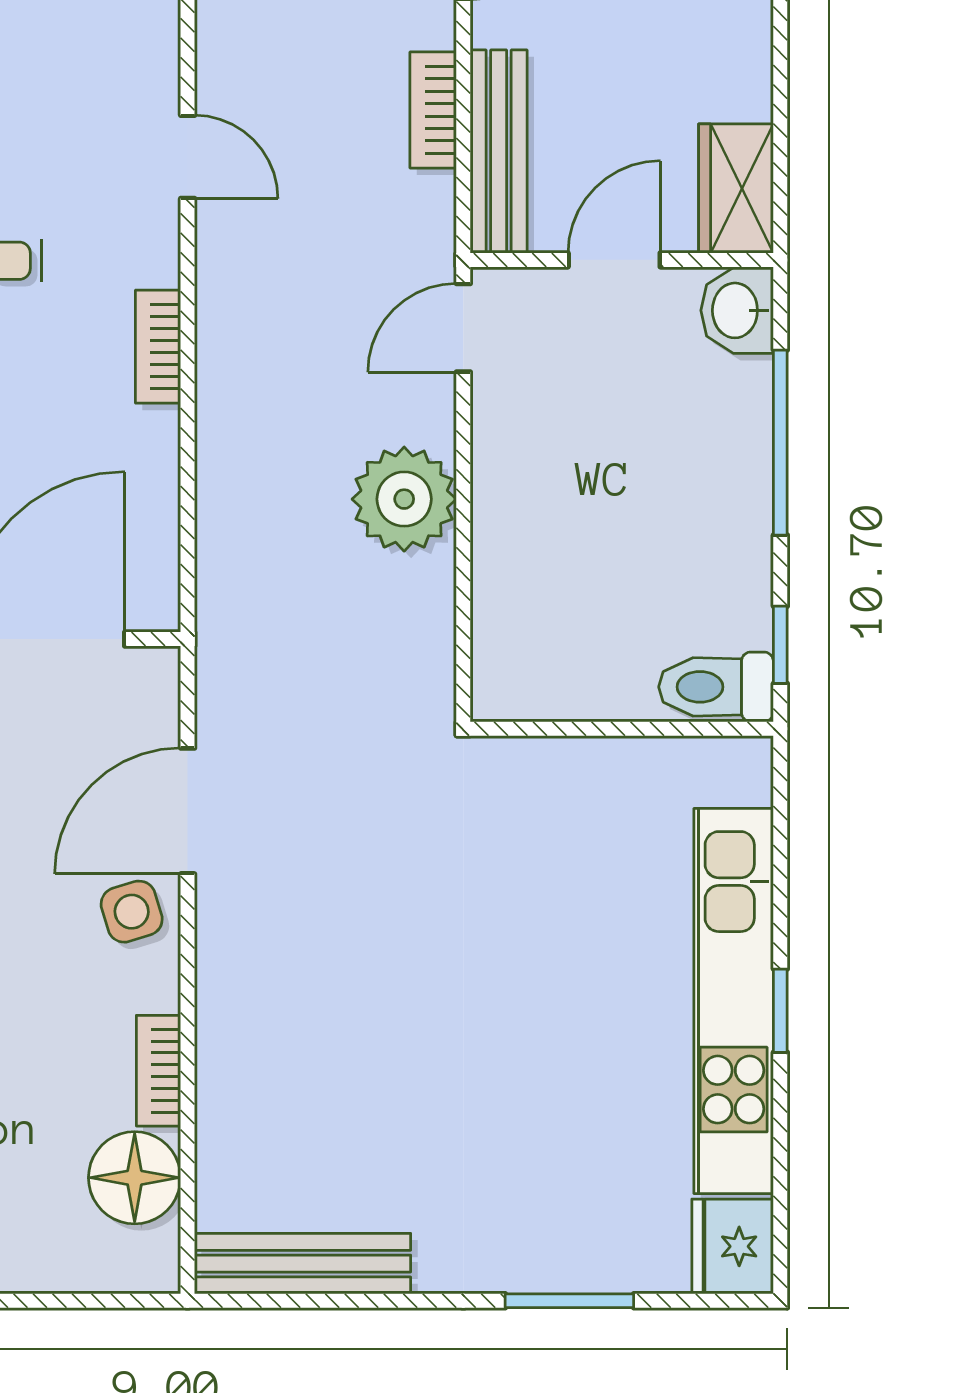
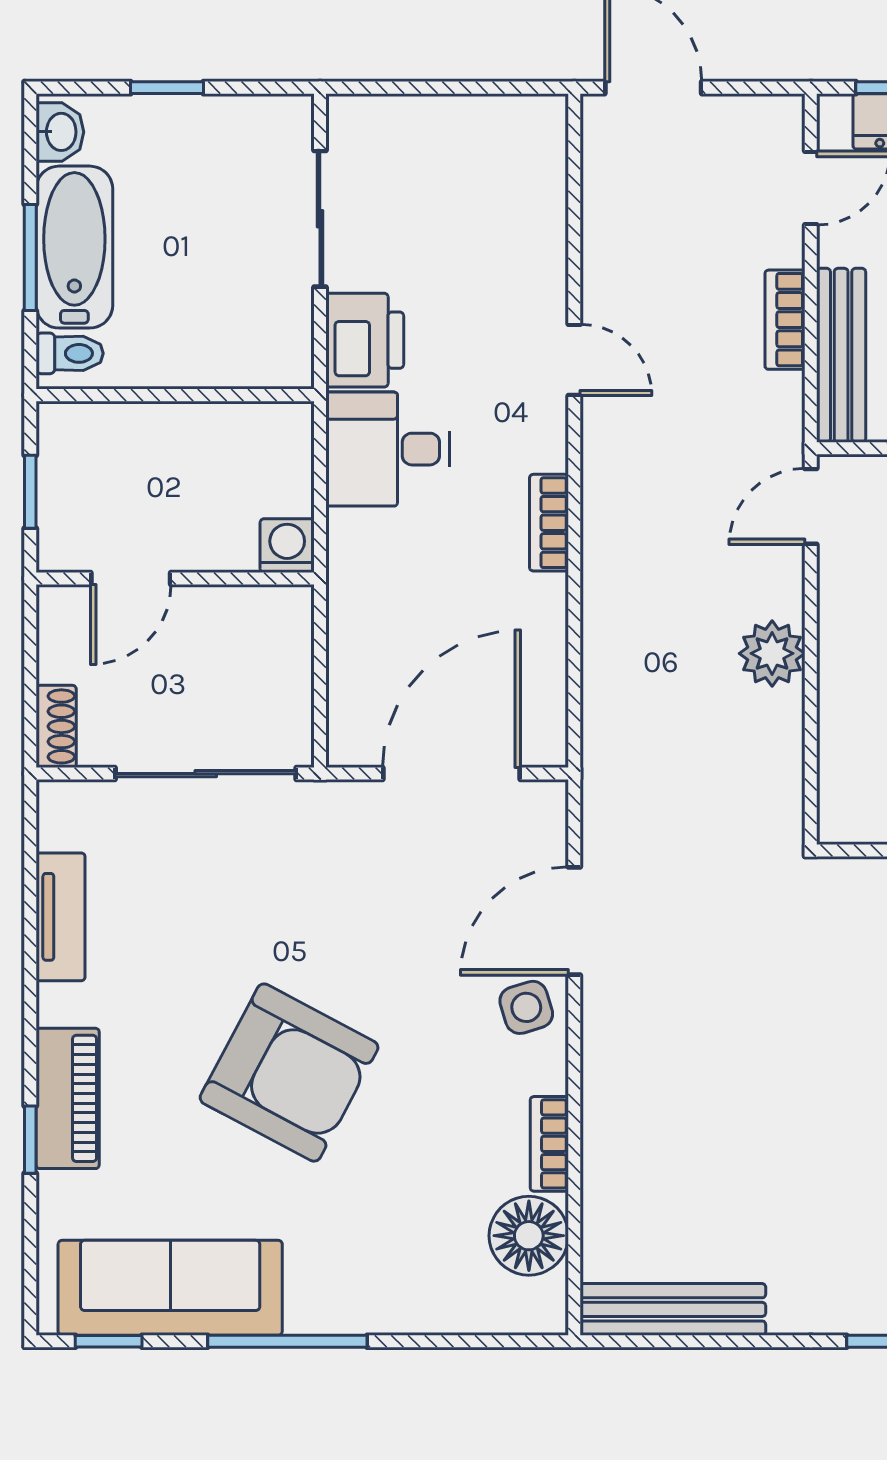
plant: (404, 499) -> (772, 653), width x0.73, depth x0.73

